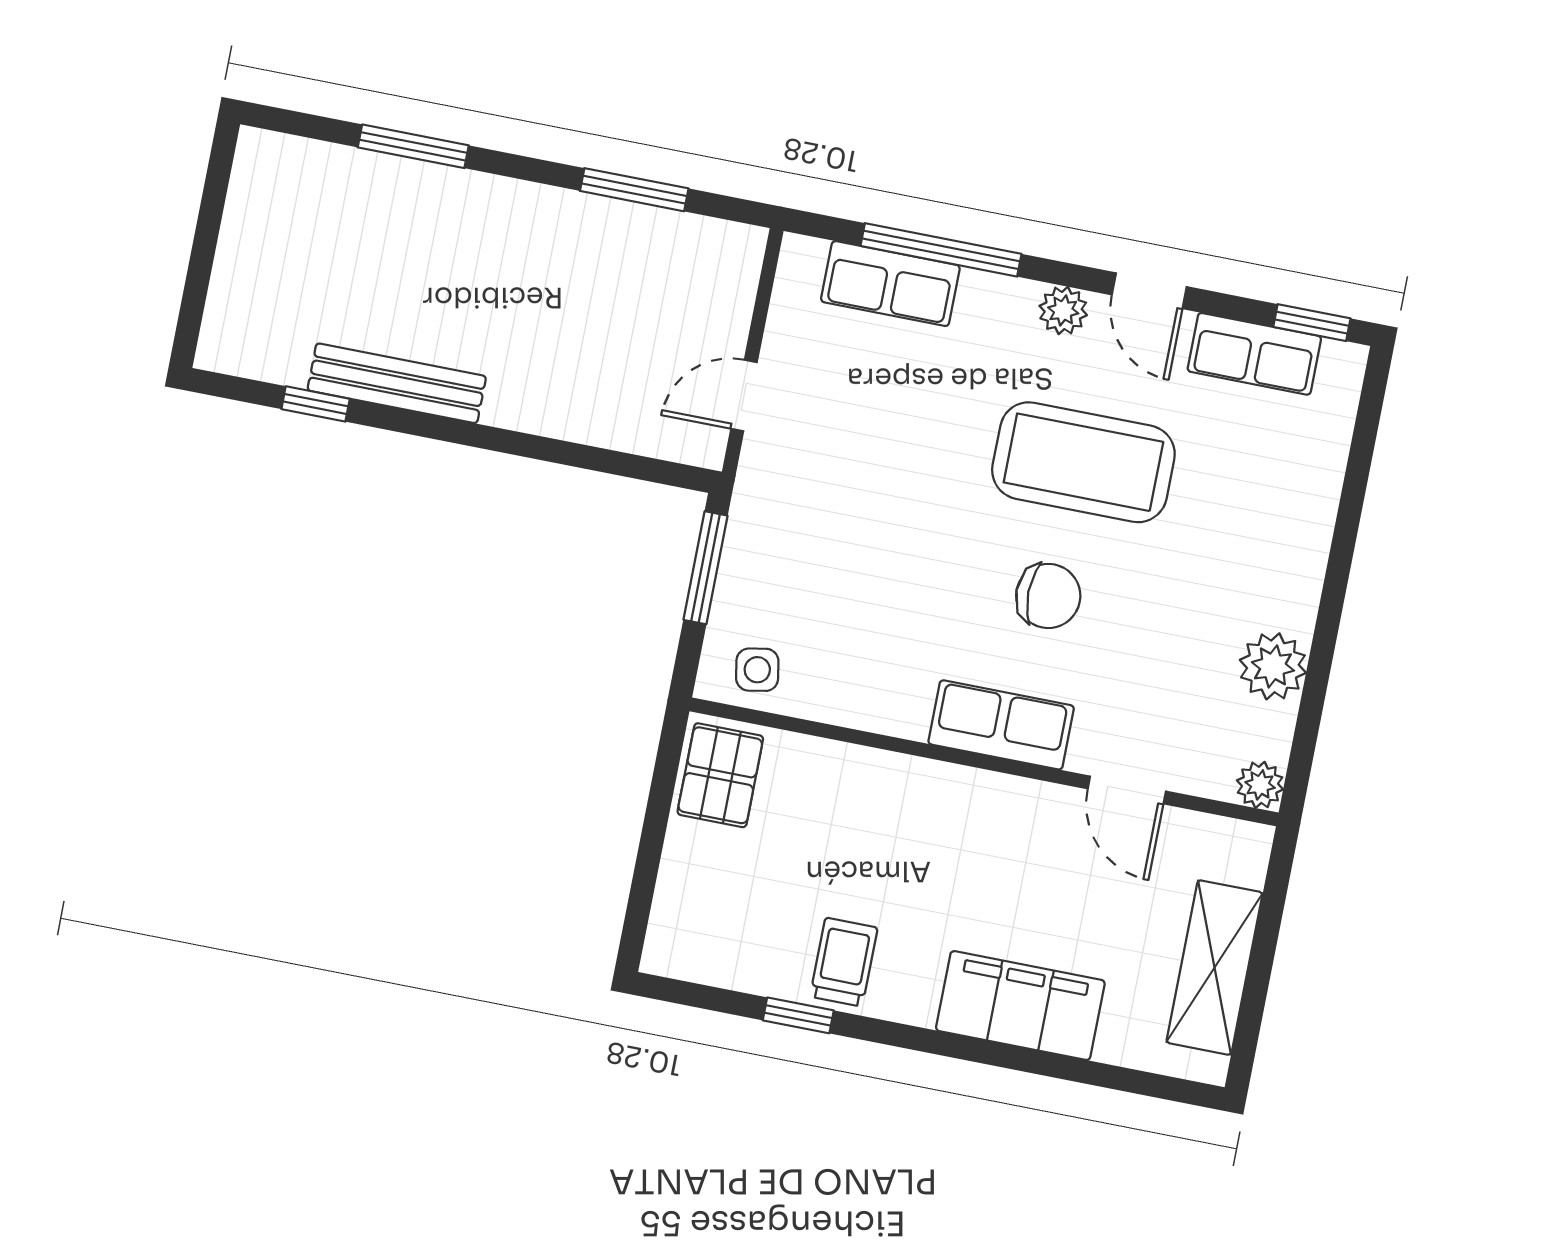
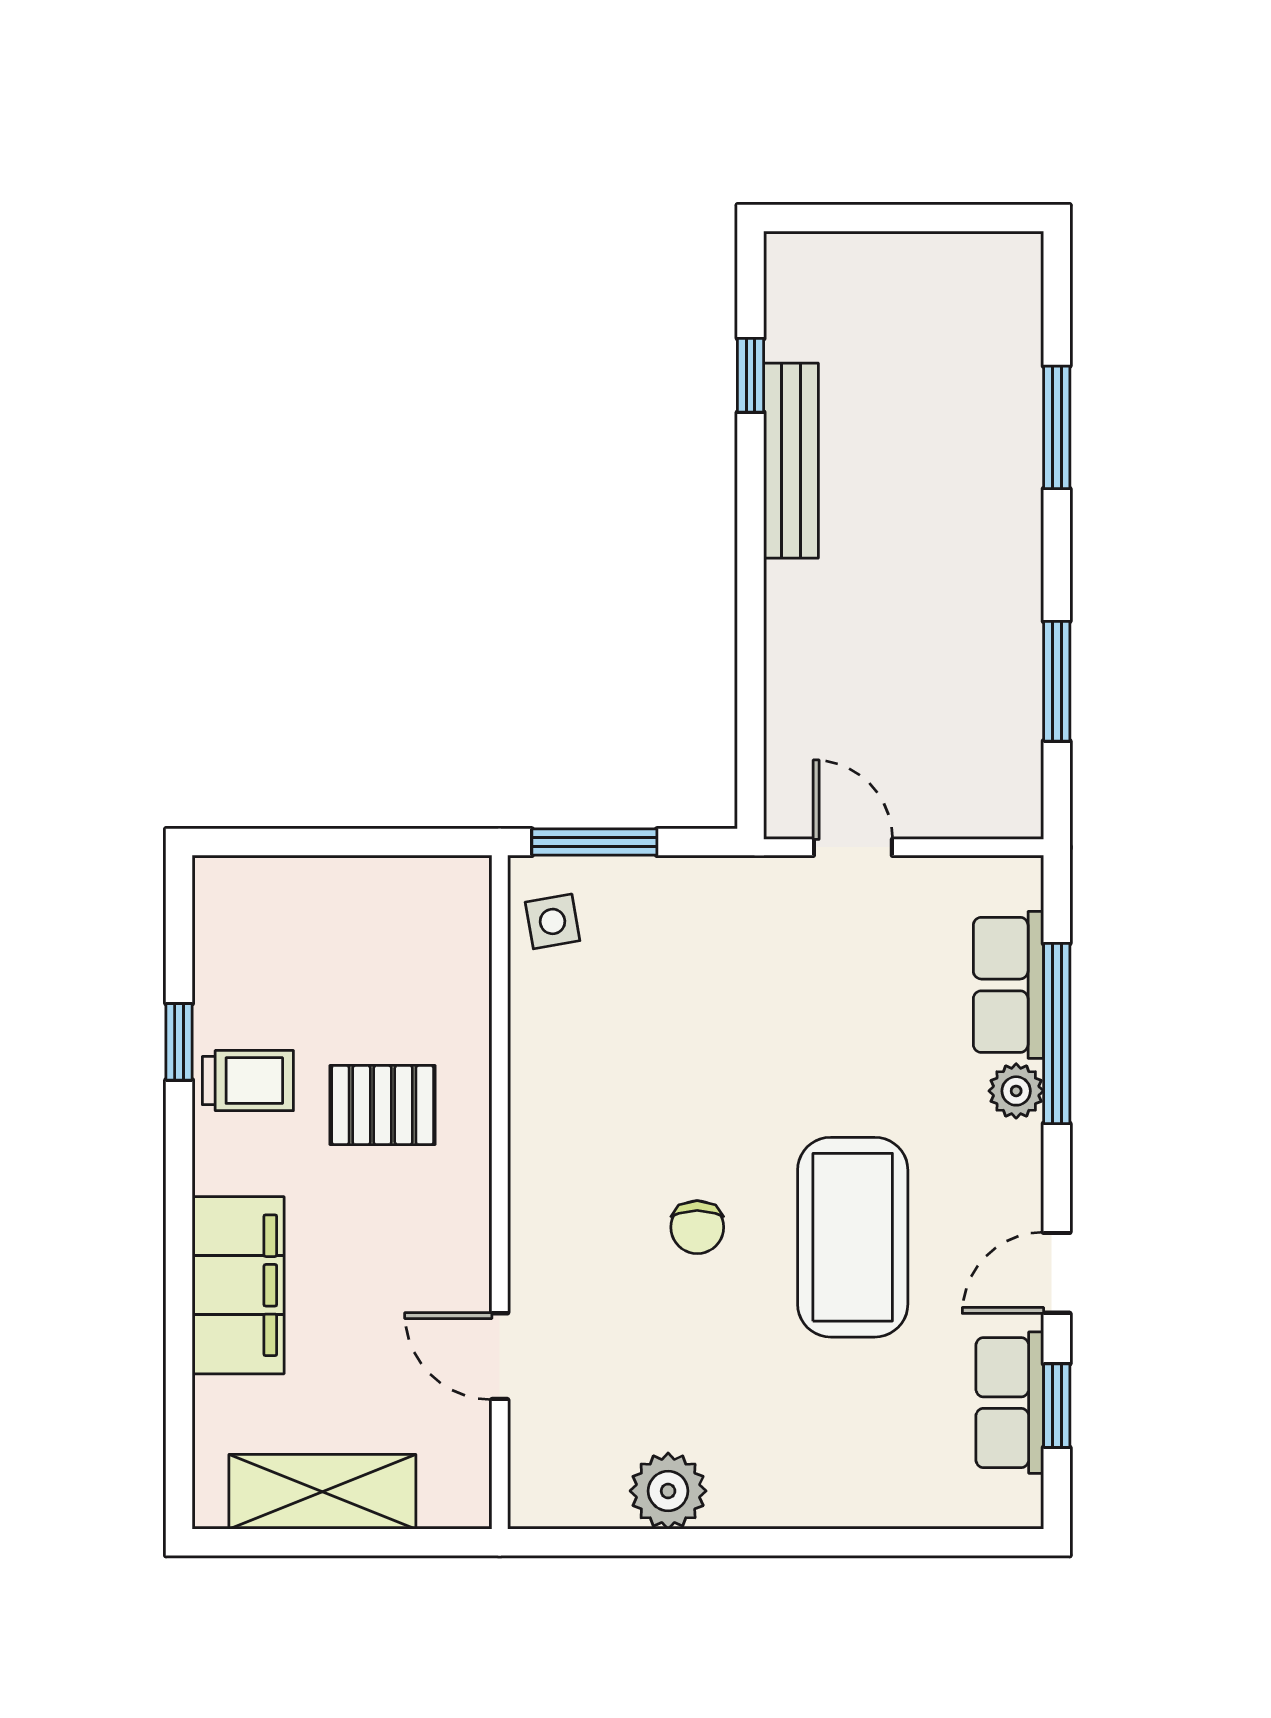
plant: (1063, 310) -> (1016, 1091), moved
window: (1312, 323) -> (1057, 1406), moved
window: (706, 568) -> (594, 842), moved
chair: (1048, 596) -> (697, 1227), width x0.73, depth x0.73
row of seats: (1001, 725) -> (544, 1203), removed
pallet: (720, 775) -> (383, 1105), moved
plant: (1260, 785) -> (534, 1502), removed
door: (1127, 790) -> (500, 1356), hinge flipped

